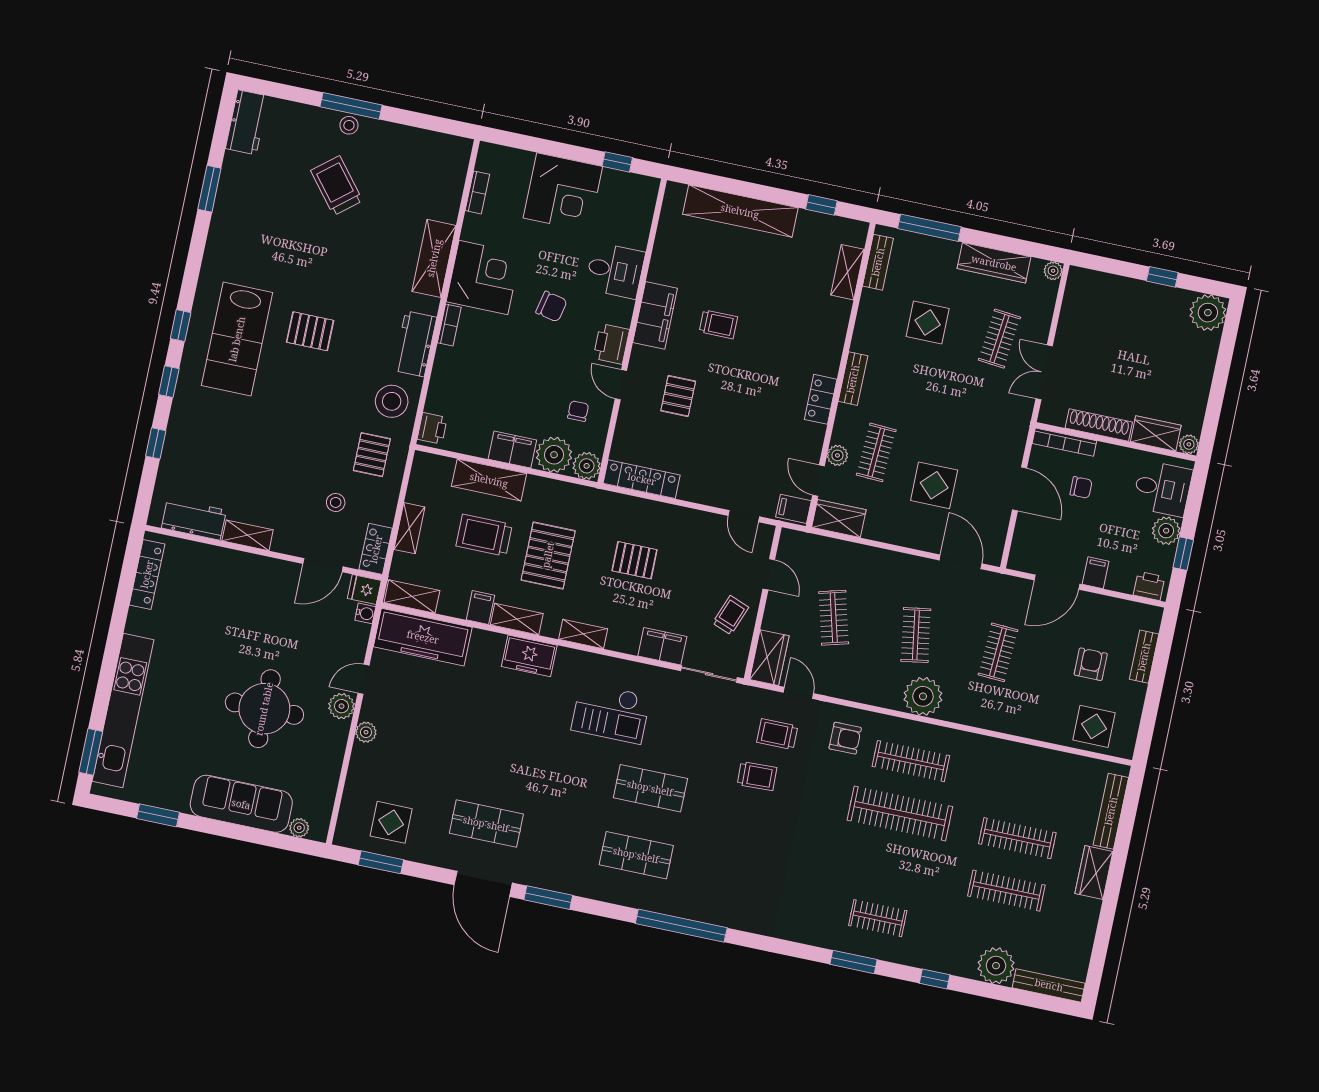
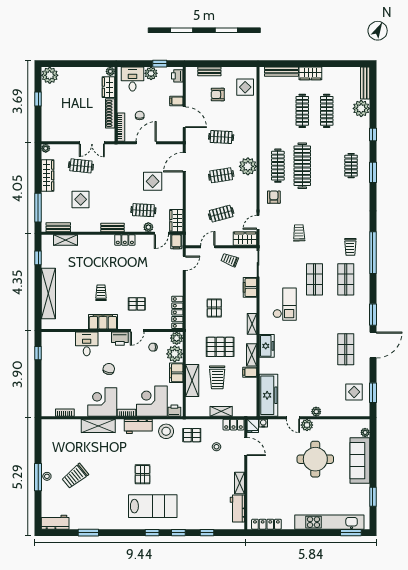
corner desk: (563, 192) -> (152, 401), moved, turned -90
shelving: (412, 597) -> (251, 404), removed
trolley: (777, 734) -> (350, 247), moved

